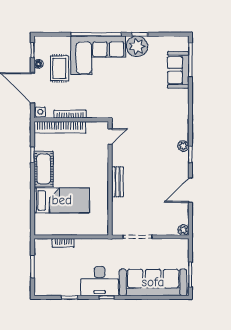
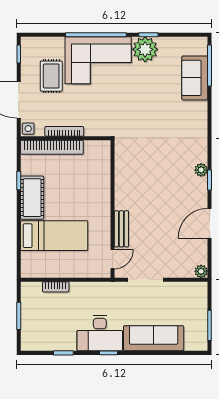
floor lamp: (39, 64) -> (26, 71), removed
door: (110, 136) -> (113, 259), moved
bench: (117, 182) -> (121, 229), moved
sofa: (153, 282) -> (154, 338), width x0.74, depth x0.79

